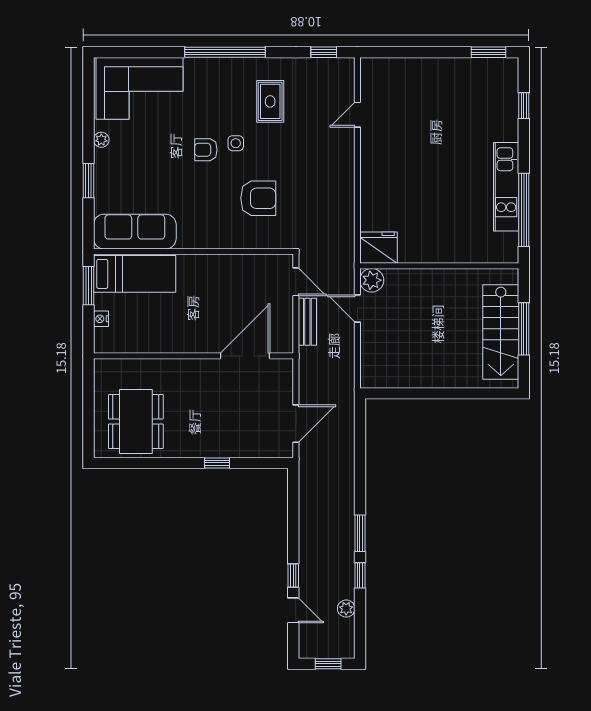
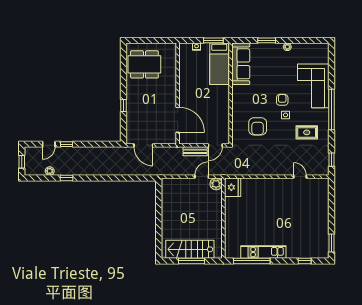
corner sofa: (139, 88) -> (313, 86), moved
window: (360, 533) -> (88, 178), removed

